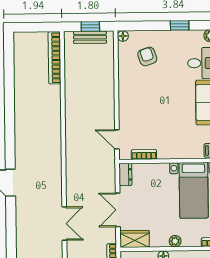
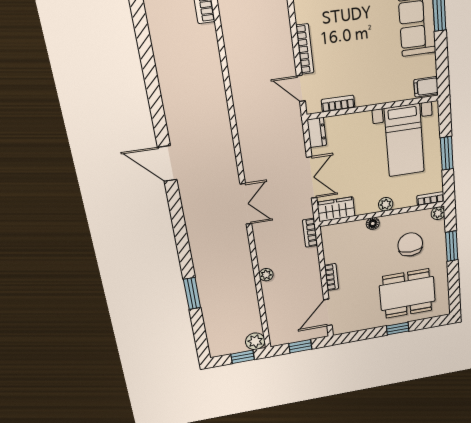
bookcase: (123, 111) -> (305, 49), added
double door: (118, 210) -> (312, 178), swing flipped

